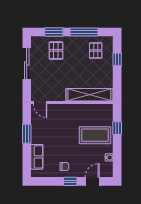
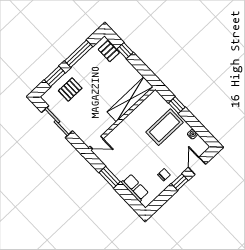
pallet: (56, 50) -> (70, 89), turned 90
pallet: (96, 50) -> (109, 51), moved

